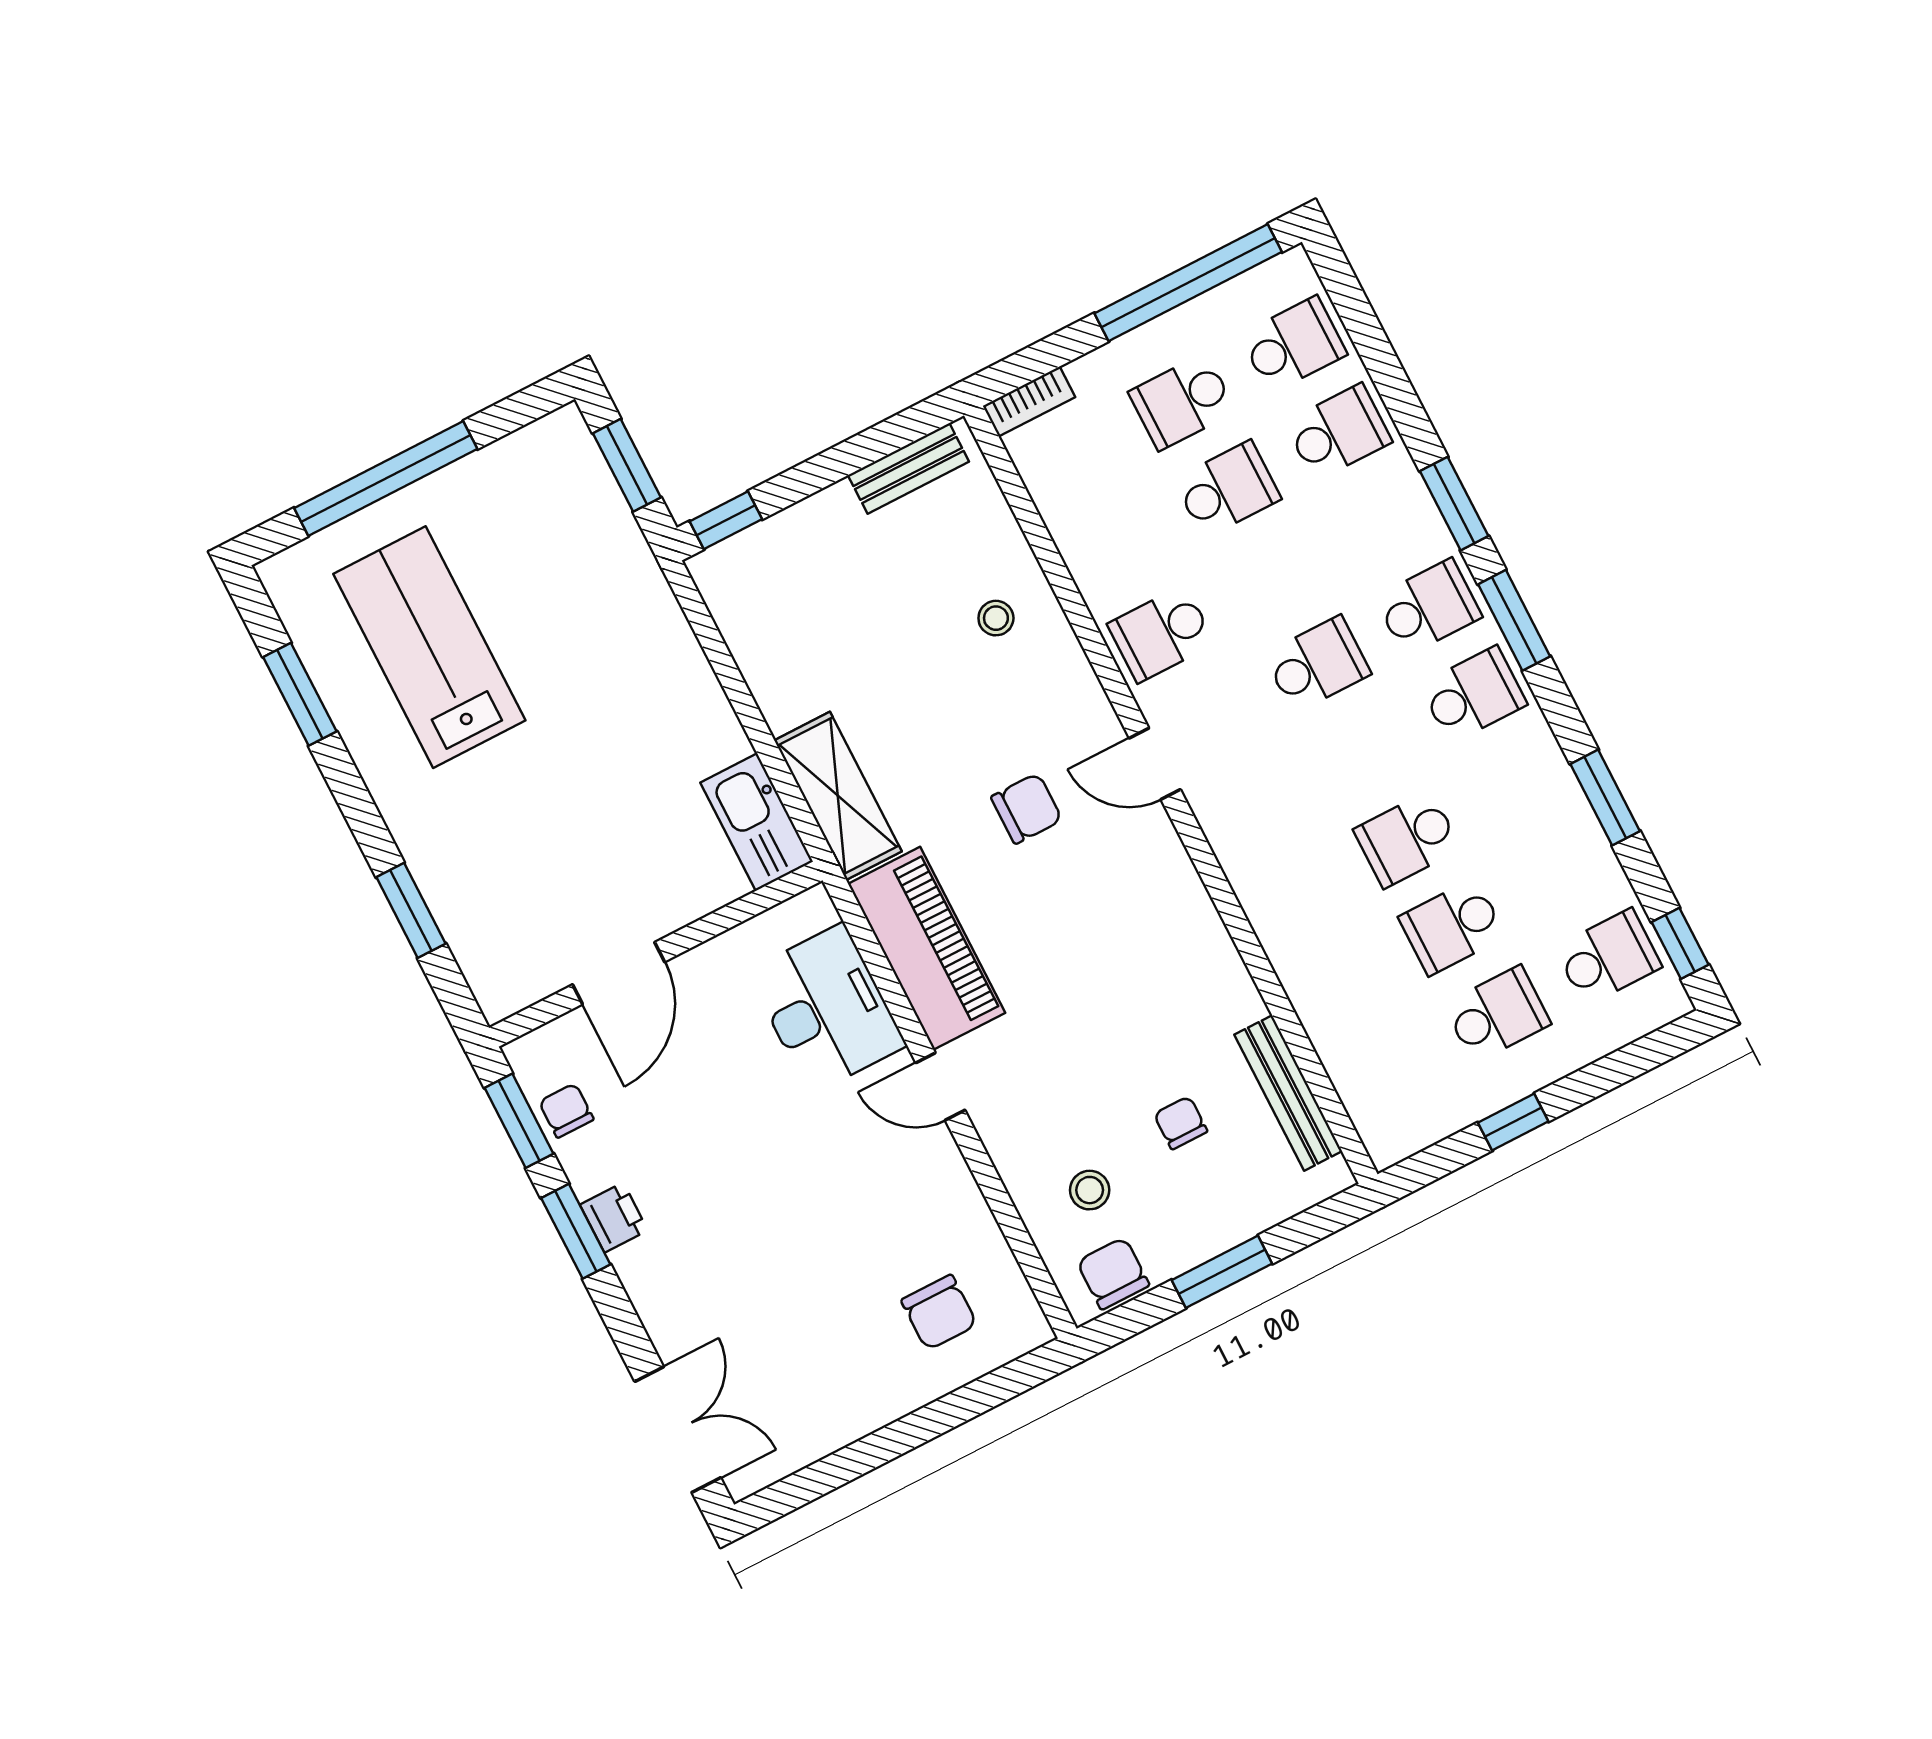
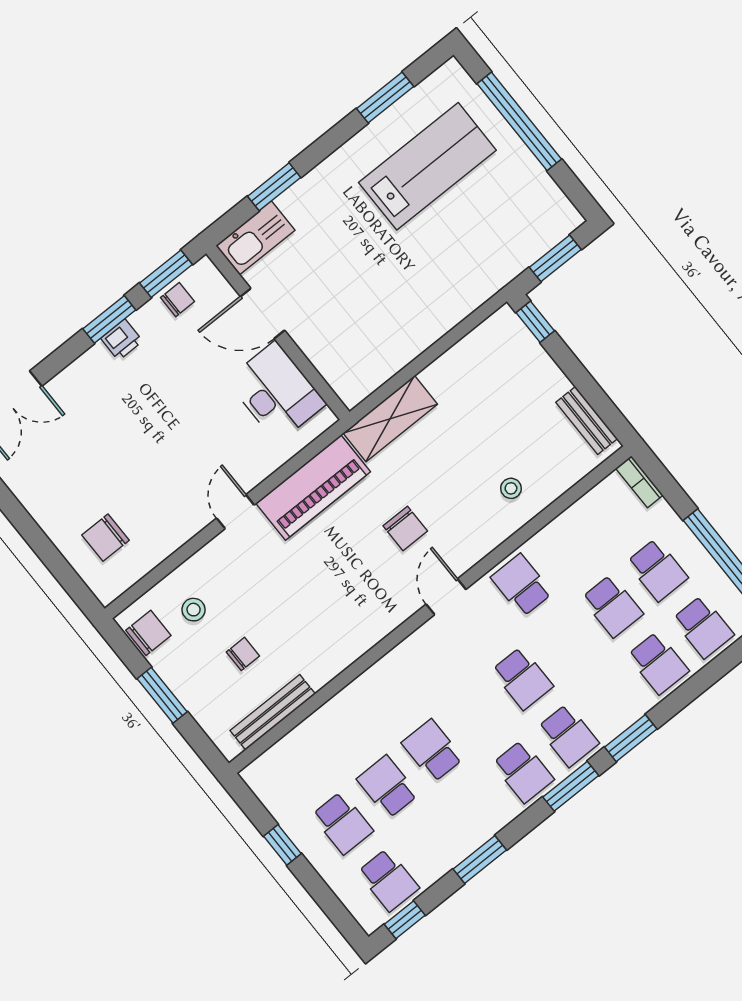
school desk: (1182, 402) -> (657, 570), turned 180
kitchen sink: (757, 822) -> (255, 238), moved, turned 180
desk: (827, 1009) -> (276, 392), moved, turned -90

